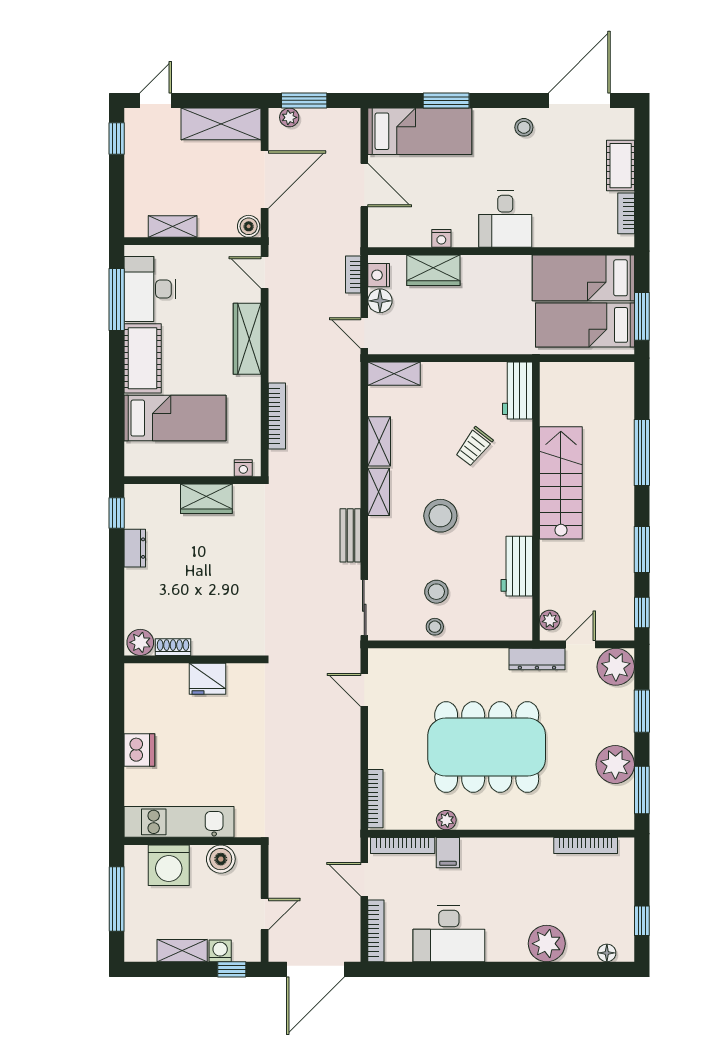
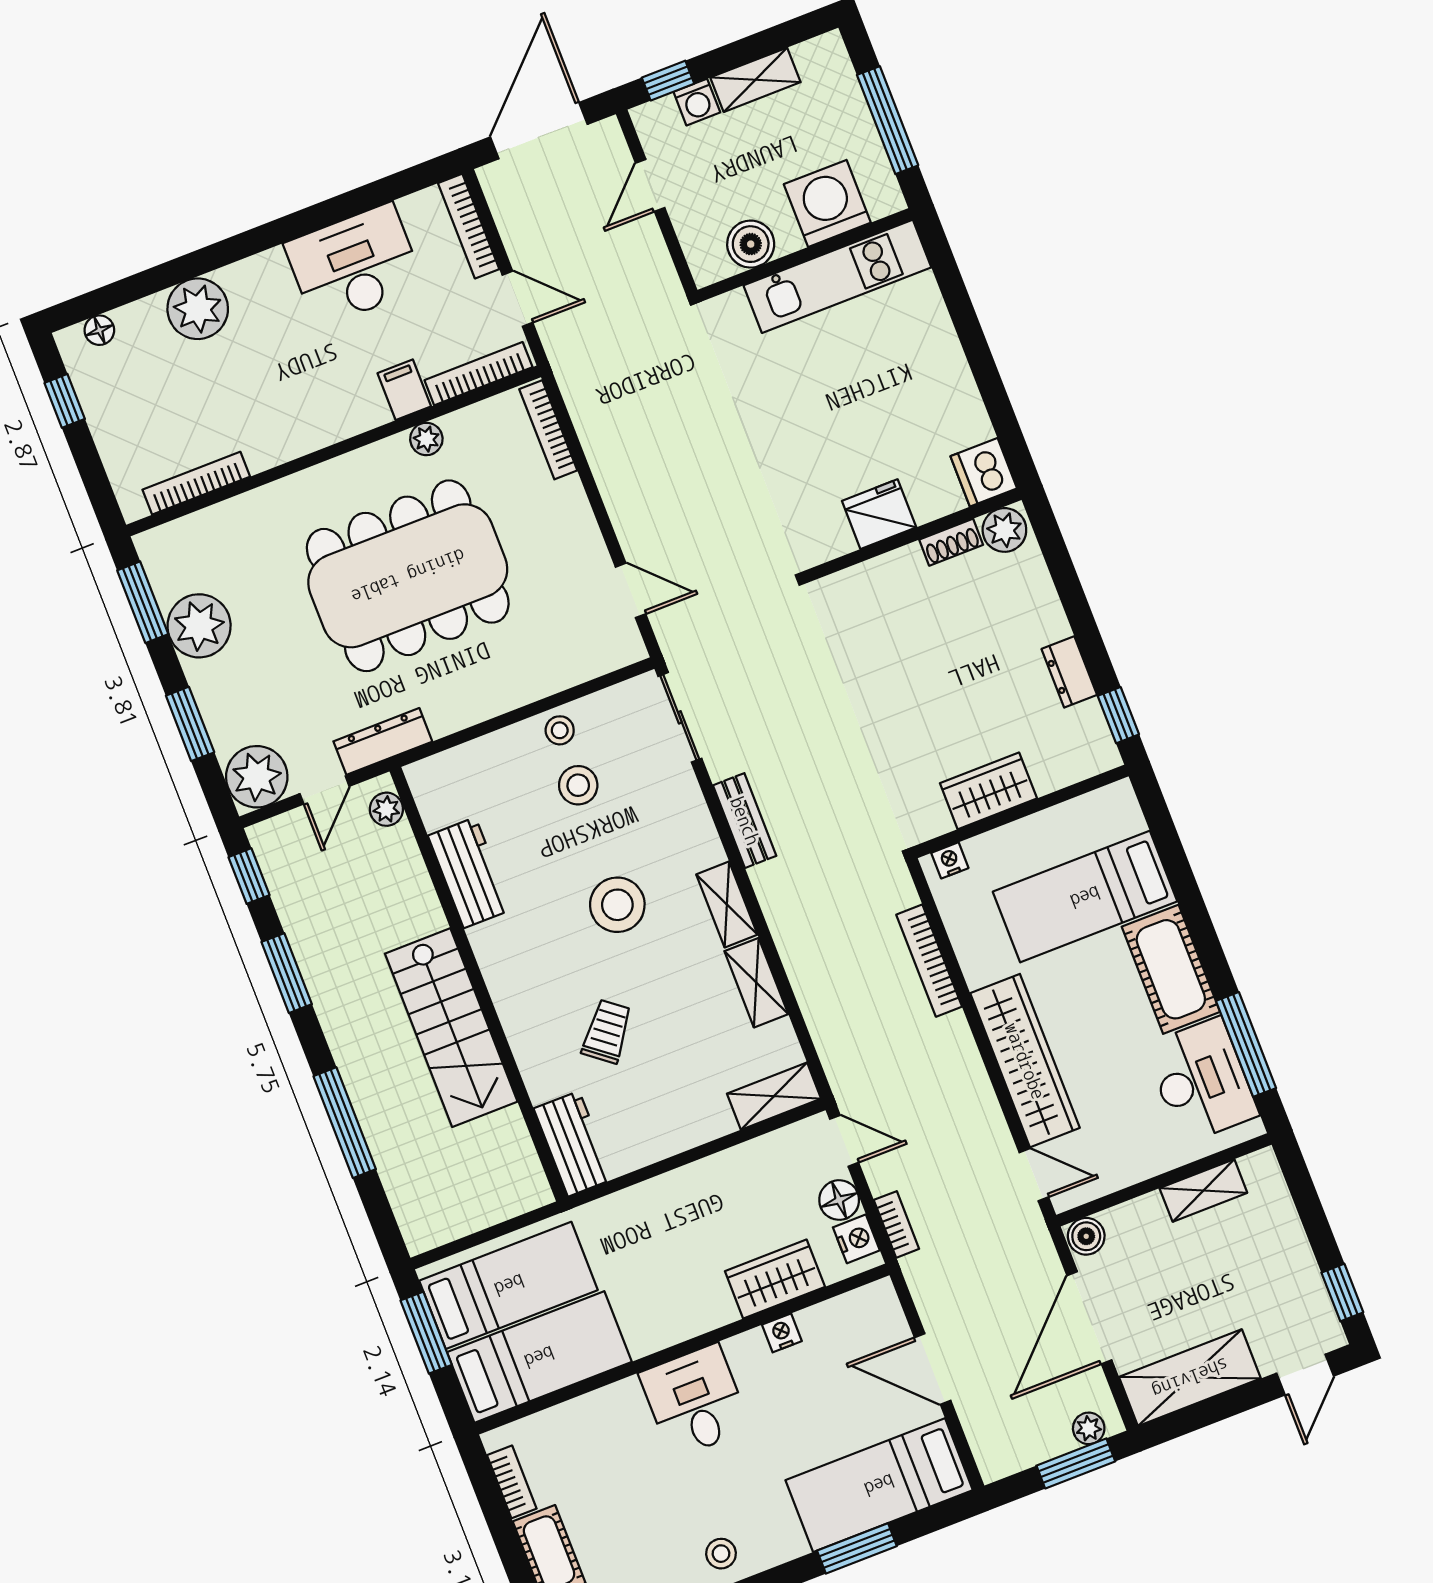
wardrobe: (247, 339) -> (1025, 1061), width x1.40, depth x1.17
dishwasher: (139, 750) -> (984, 472), moved

